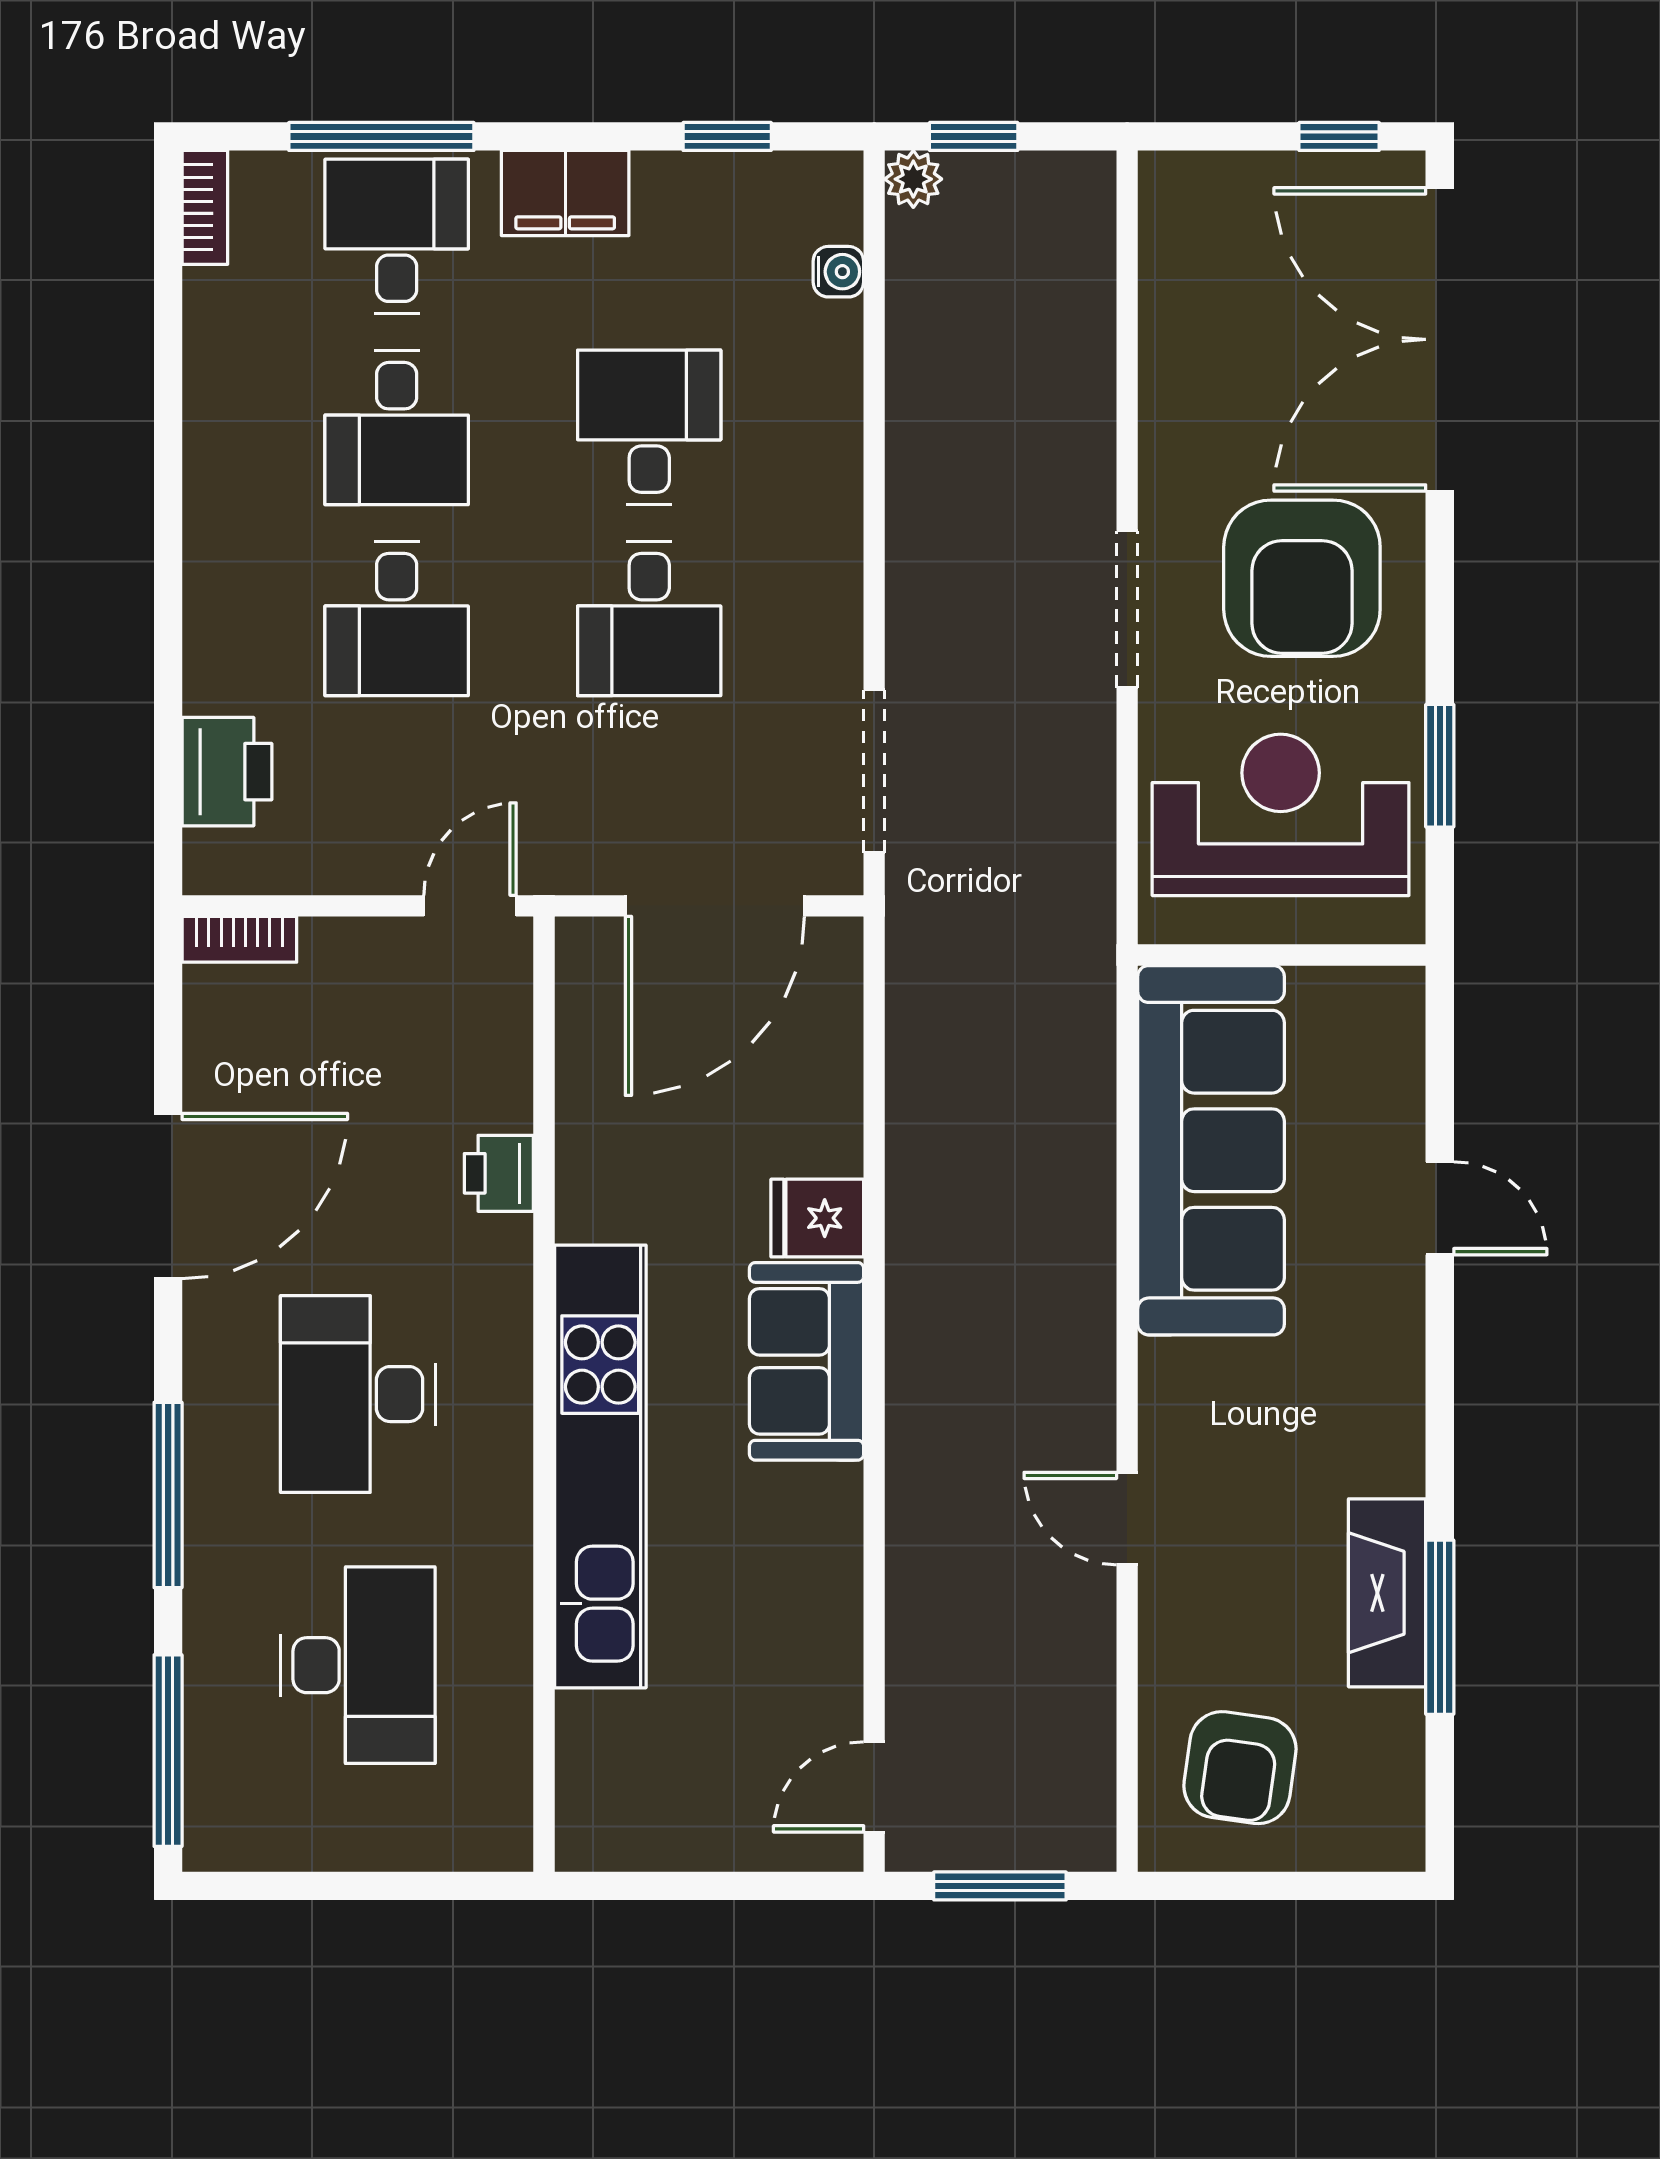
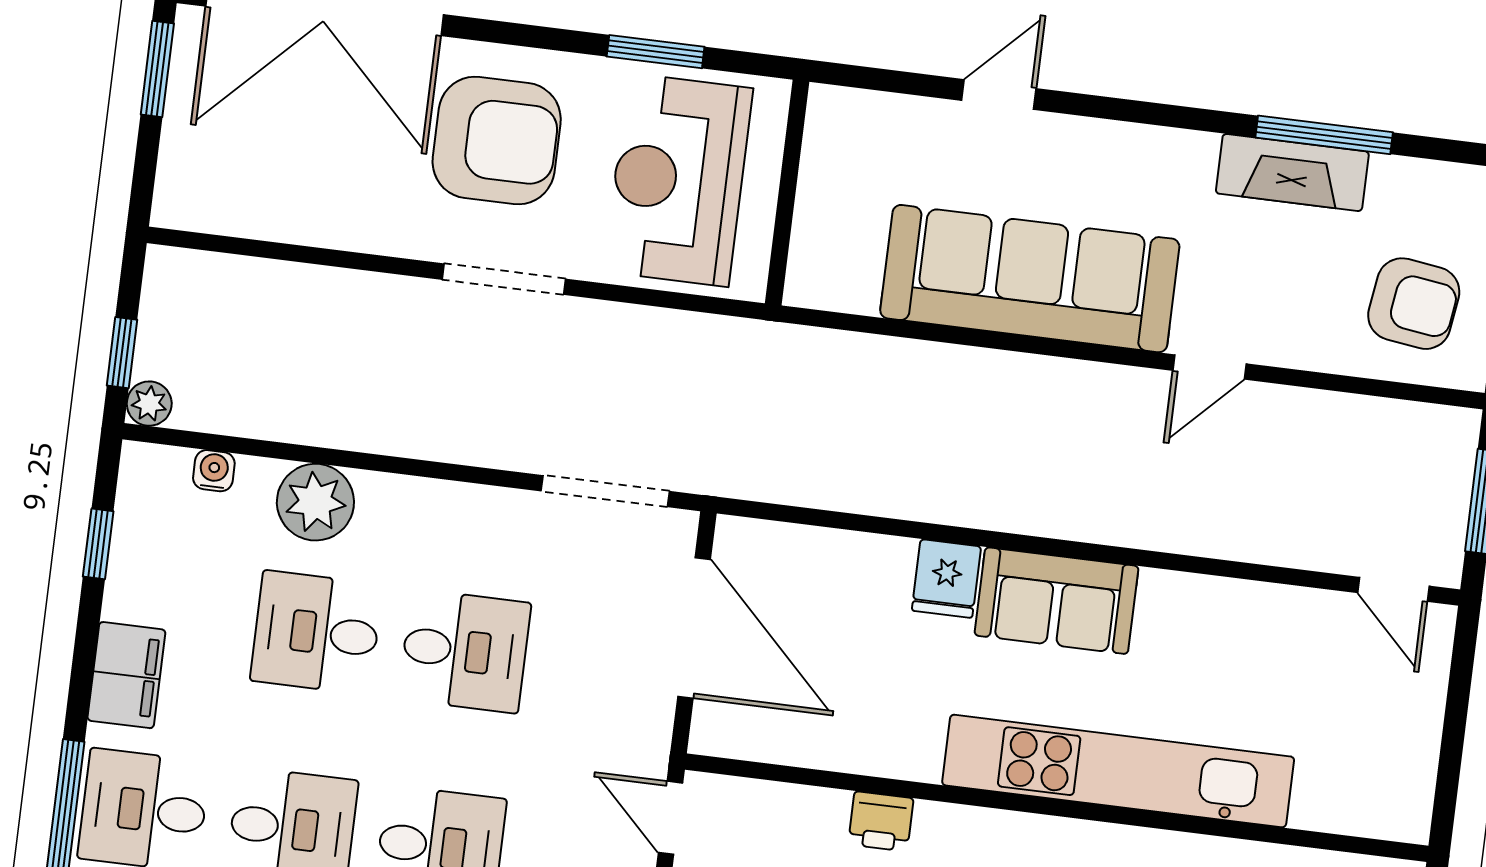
window: (1339, 136) -> (157, 69), width x1.50
plant: (814, 406) -> (315, 502), added
sofa: (1211, 1150) -> (1030, 279), moved

